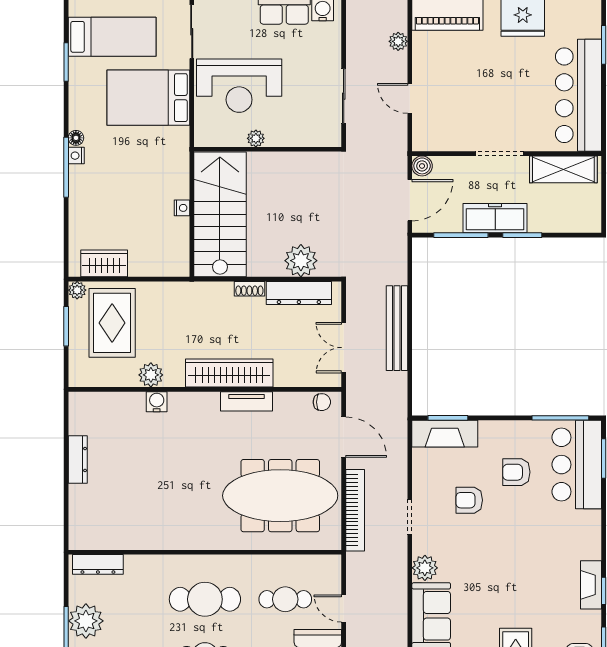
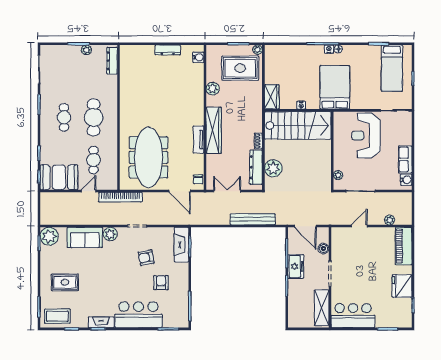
bar counter: (578, 95) -> (353, 316), width x0.73
bed: (148, 98) -> (335, 87), moved
plant: (256, 138) -> (338, 175), moved
boiler: (422, 166) -> (323, 249), moved
freezer: (495, 218) -> (296, 267), width x0.71
wardrobe: (104, 263) -> (272, 97), moved
bench: (397, 328) -> (253, 219), moved
water cooler: (157, 402) -> (198, 57), moved
door: (344, 437) -> (180, 191), hinge flipped
bar counter: (577, 465) -> (138, 315), moved
armchair: (469, 500) -> (146, 258), turned -101
bookcase: (355, 510) -> (120, 197), moved
plant: (86, 621) -> (86, 50), width x0.53, depth x0.53

